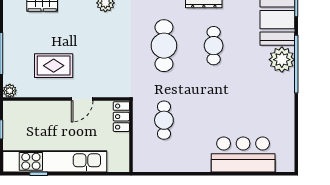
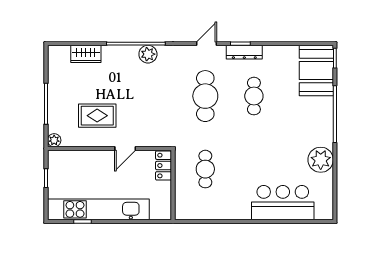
plant: (282, 60) -> (321, 160), moved

